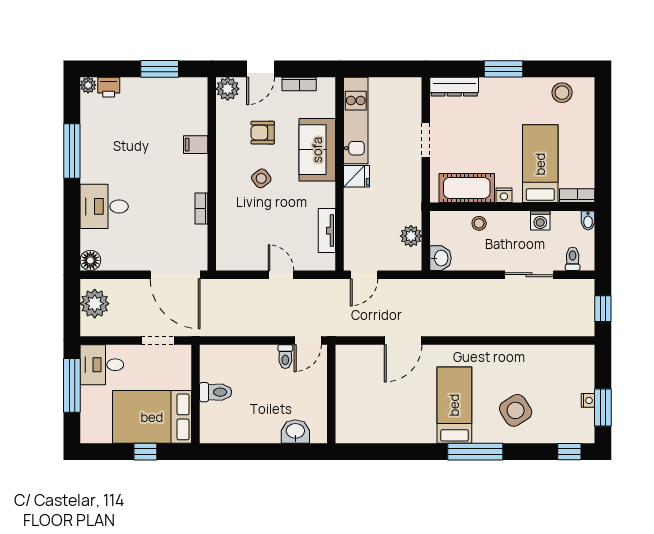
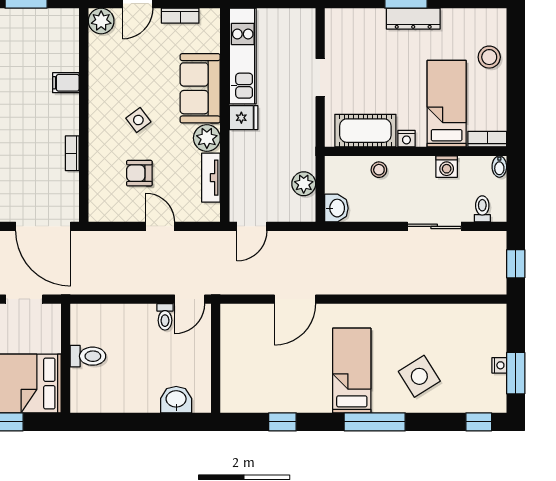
dresser: (454, 87) -> (413, 19), moved
stool: (562, 93) -> (489, 57), moved
armchair: (263, 133) -> (139, 173), moved
plant: (323, 195) -> (207, 138), added
window: (392, 452) -> (282, 422), added

